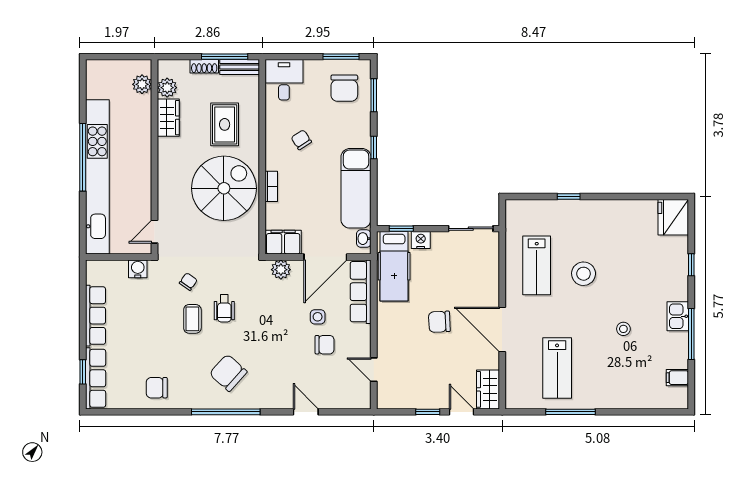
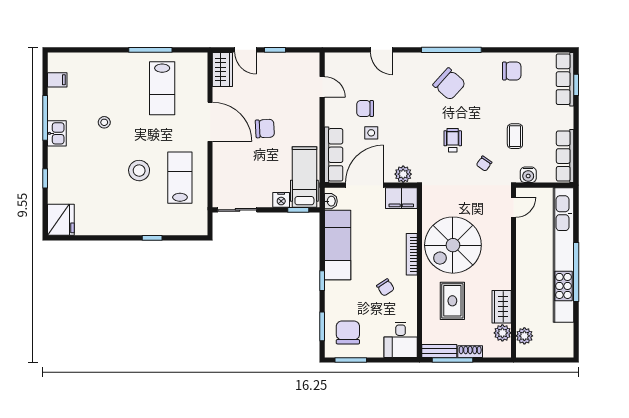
bookcase: (271, 186) -> (412, 254), width x1.56
row of seats: (95, 316) -> (565, 156), moved
coffee table: (192, 319) -> (515, 136), moved
lab bench: (557, 368) -> (162, 88), turned 180

